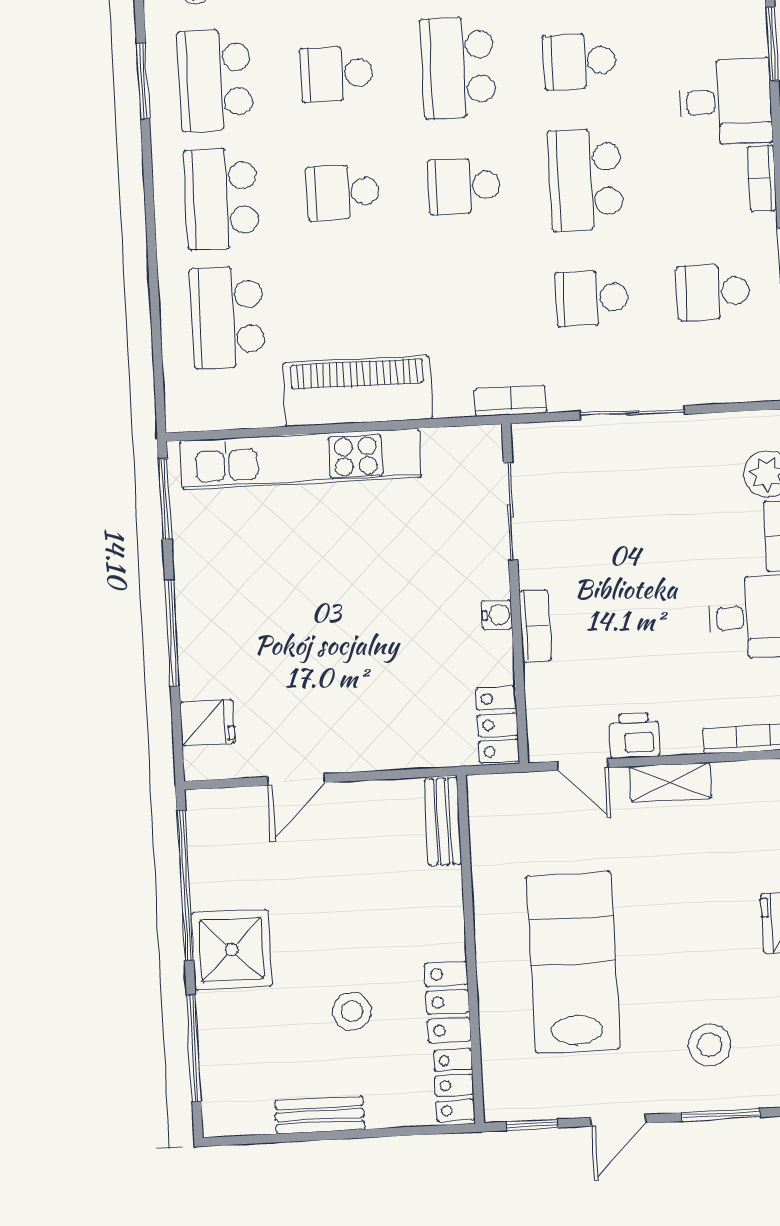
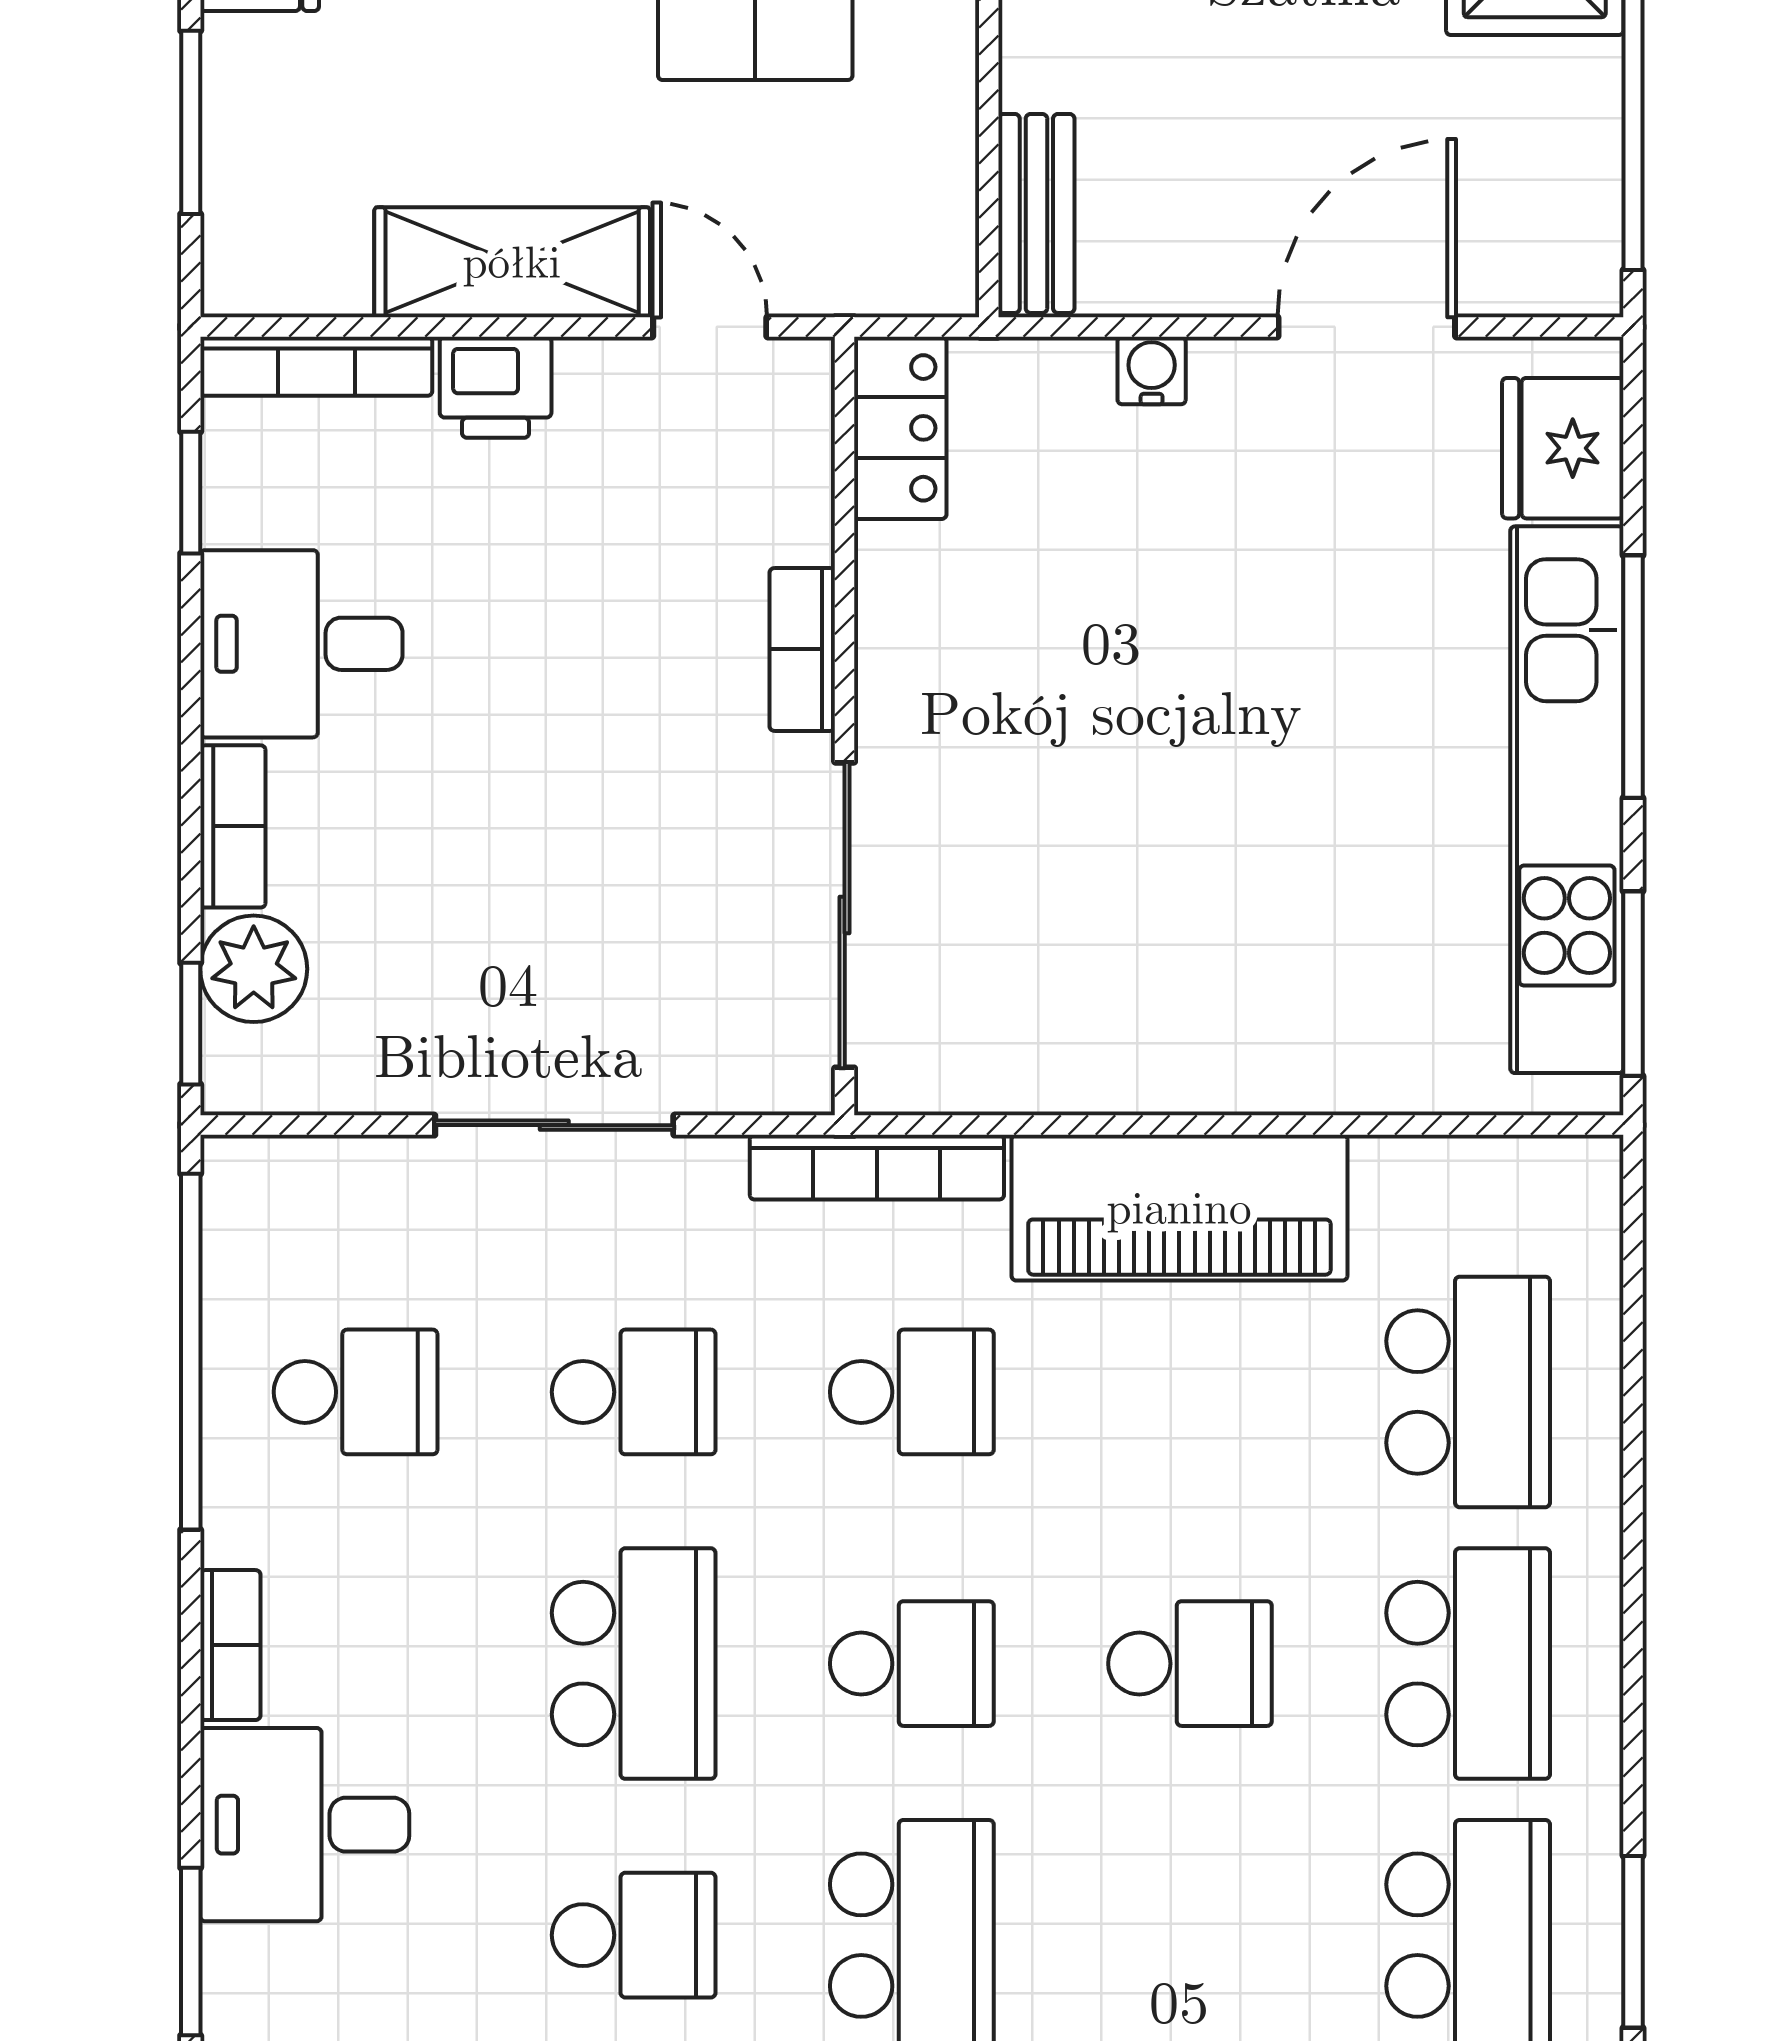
school desk: (337, 74) -> (912, 1392), moved
bookcase: (511, 401) -> (877, 1167), width x1.56
kitchen unit: (301, 459) -> (1567, 800), moved, turned -90
sliding door: (511, 511) -> (845, 915), width x1.37
water cooler: (497, 615) -> (1152, 371), moved, turned 90
fridge: (207, 723) -> (1563, 448), width x1.38
printer: (634, 735) -> (496, 387), moved
door: (296, 780) -> (1367, 327), width x1.38
shelving: (670, 782) -> (512, 262), width x1.50, depth x1.33

